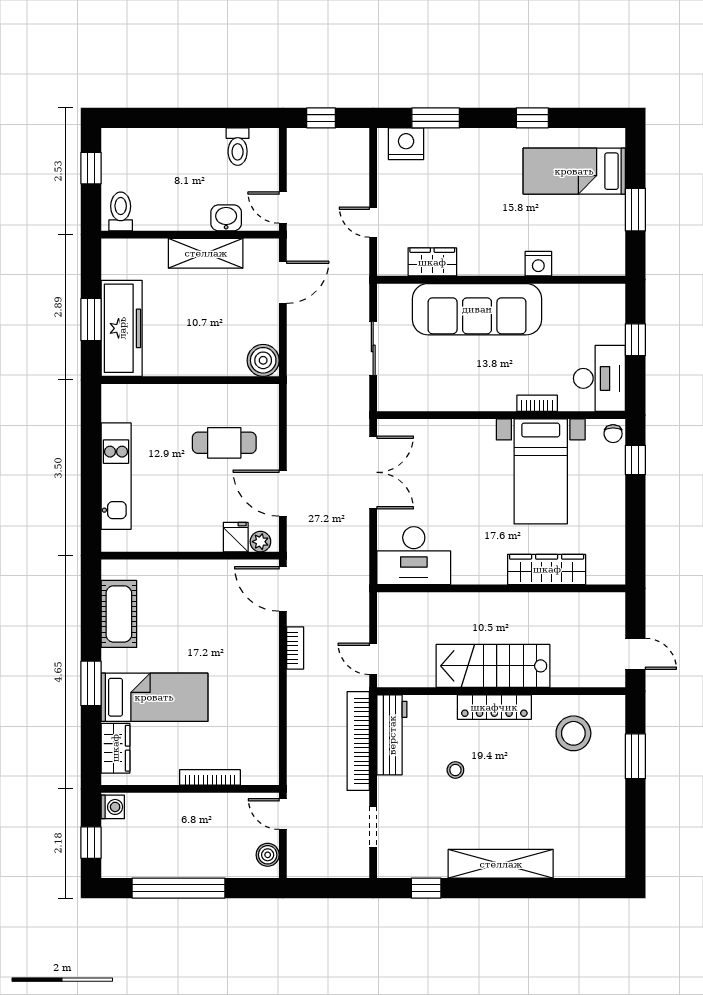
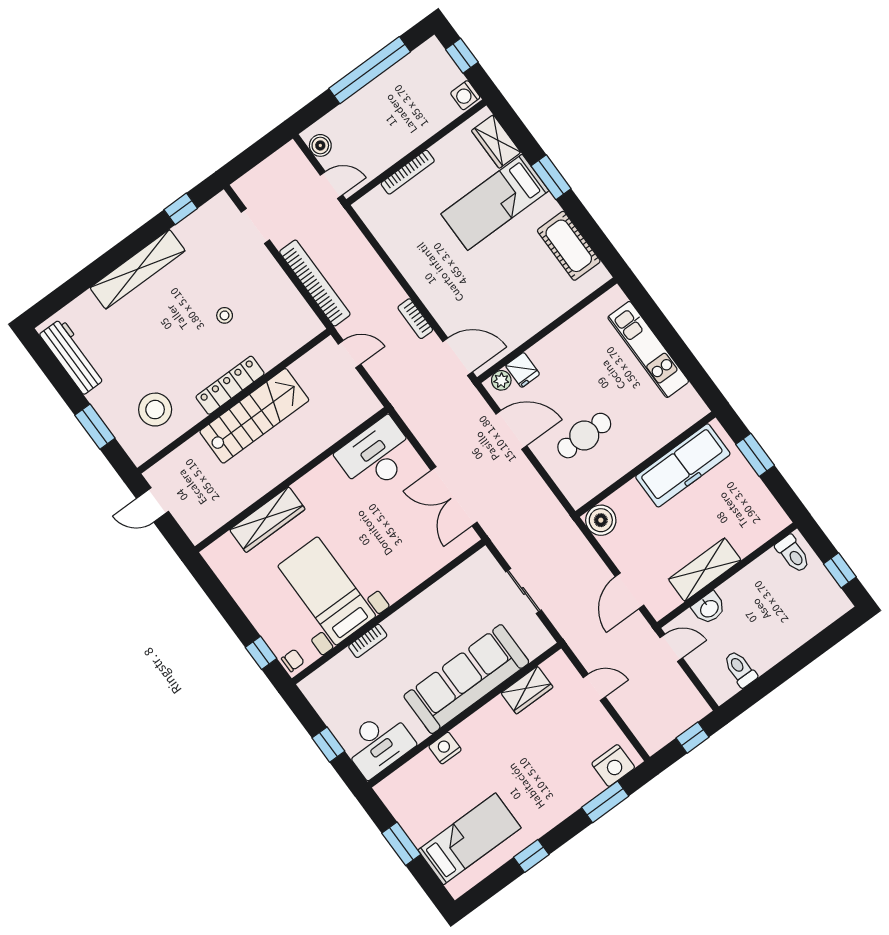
freezer: (122, 328) -> (683, 465), moved, turned -90
desk: (599, 378) -> (378, 743), moved, turned -90
chair: (613, 434) -> (293, 660), turned 90
workbench: (392, 735) -> (73, 356), moved, turned 180

